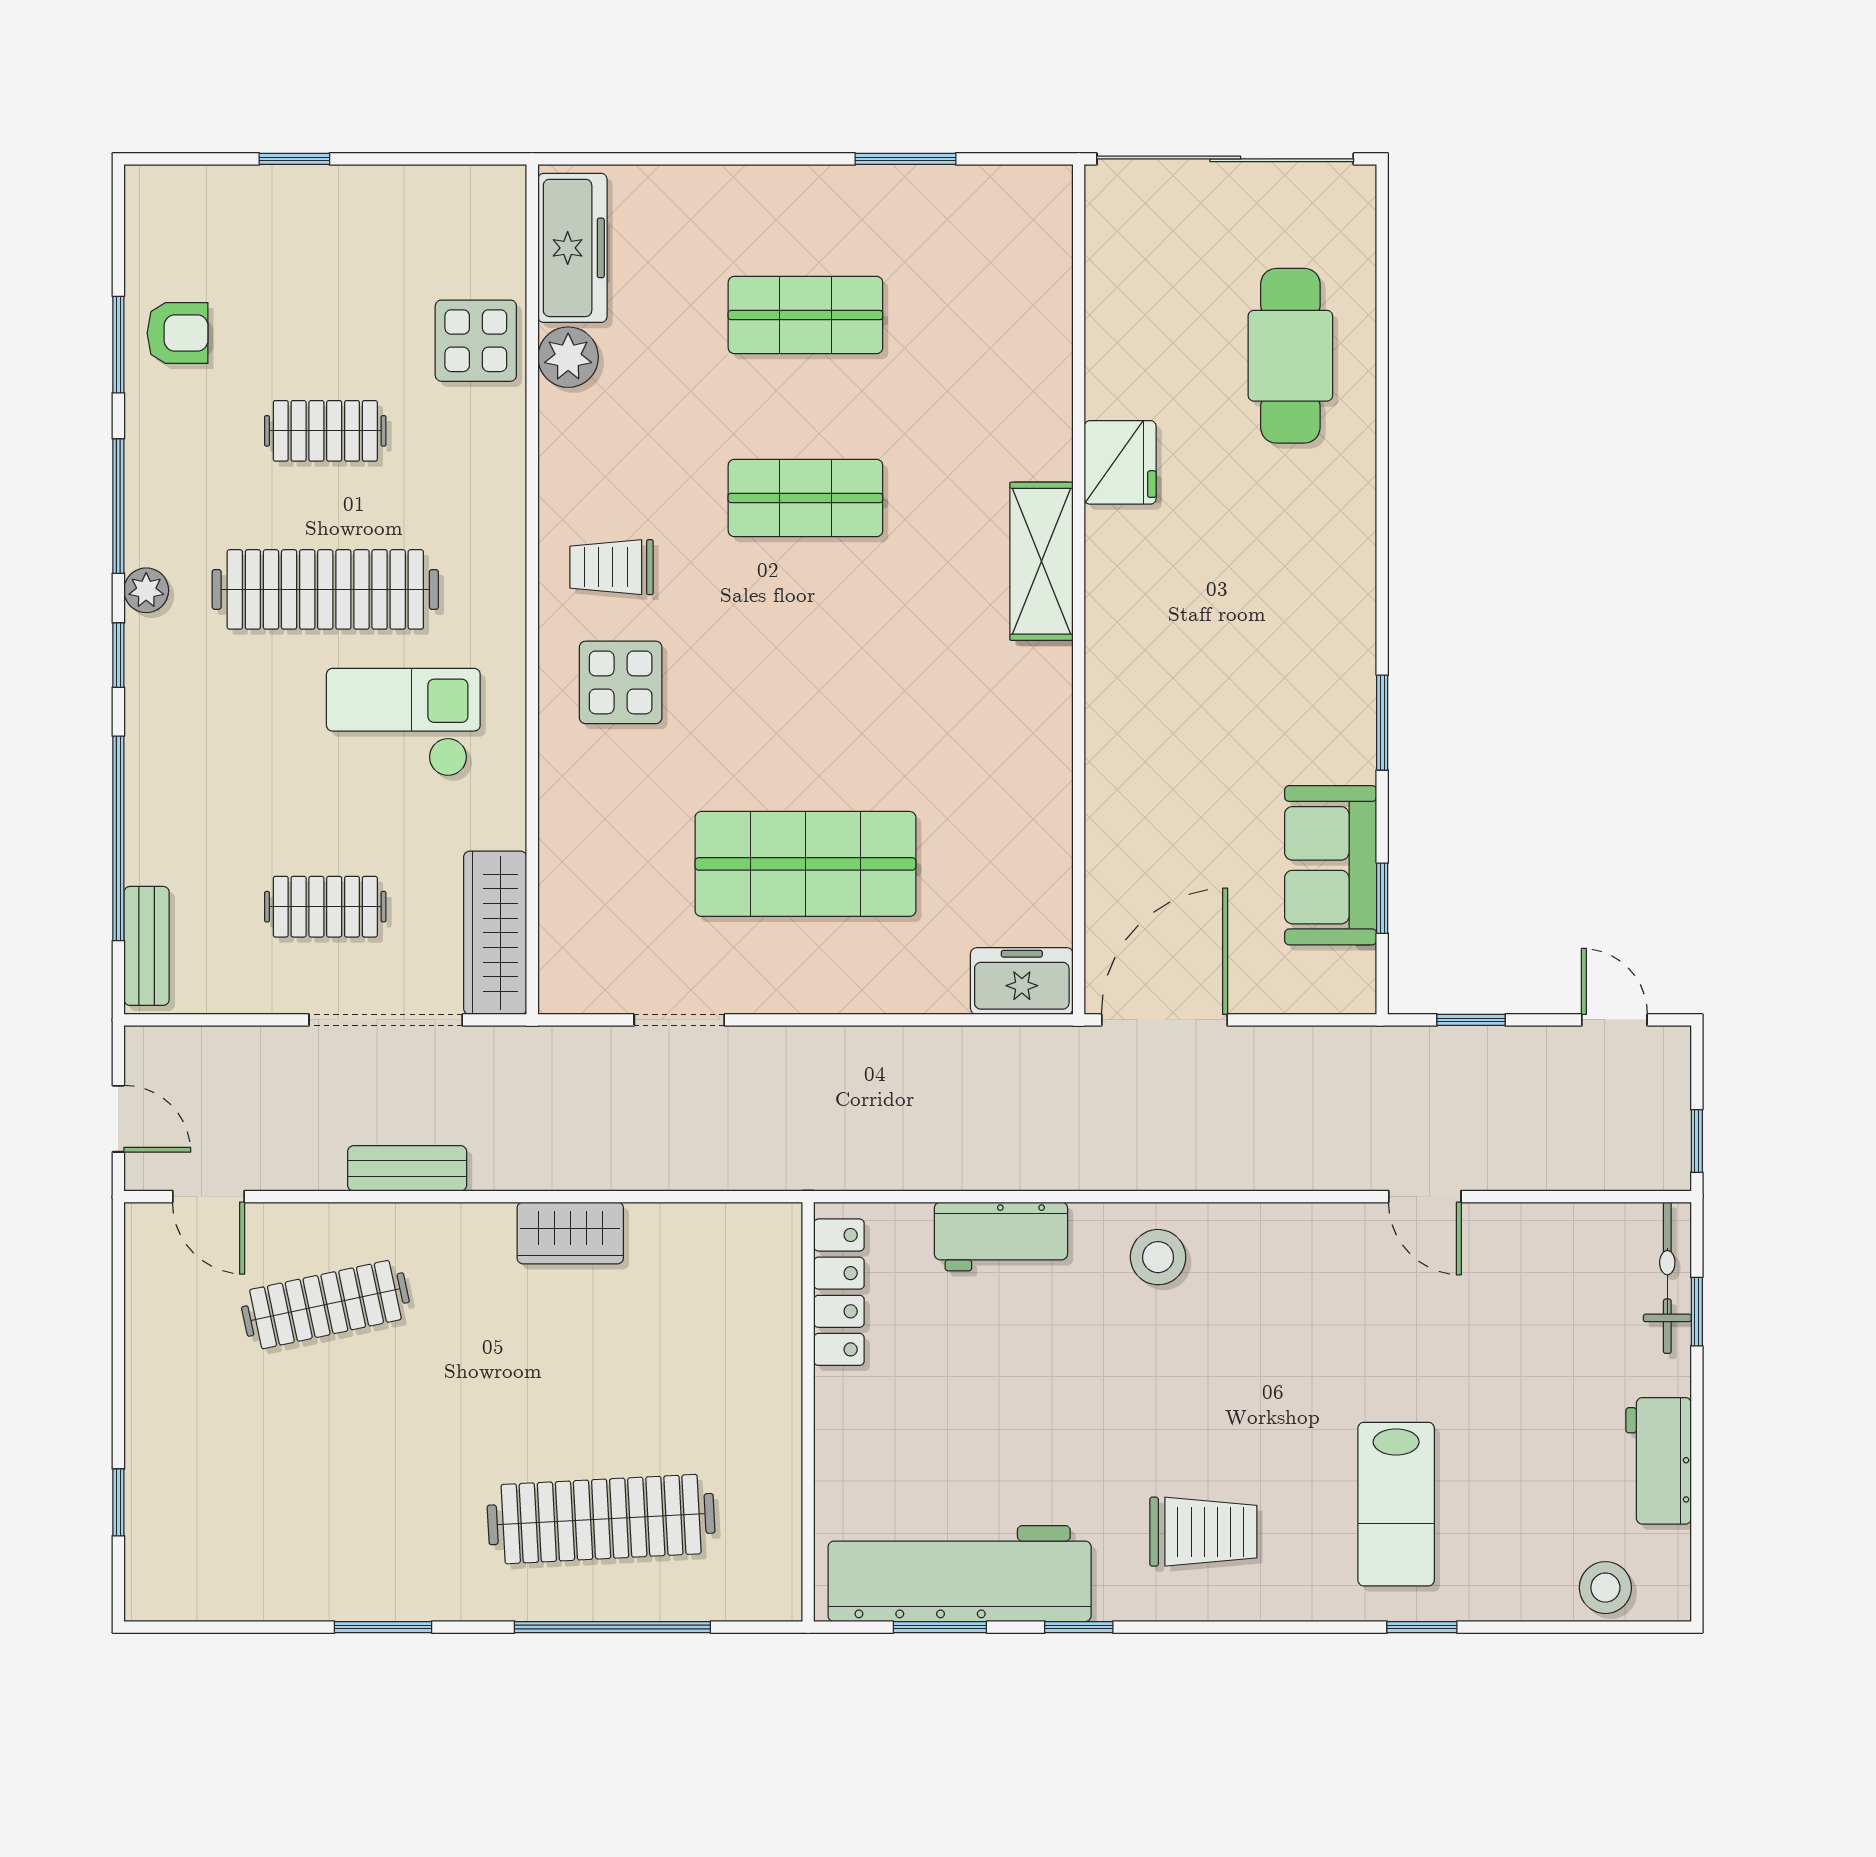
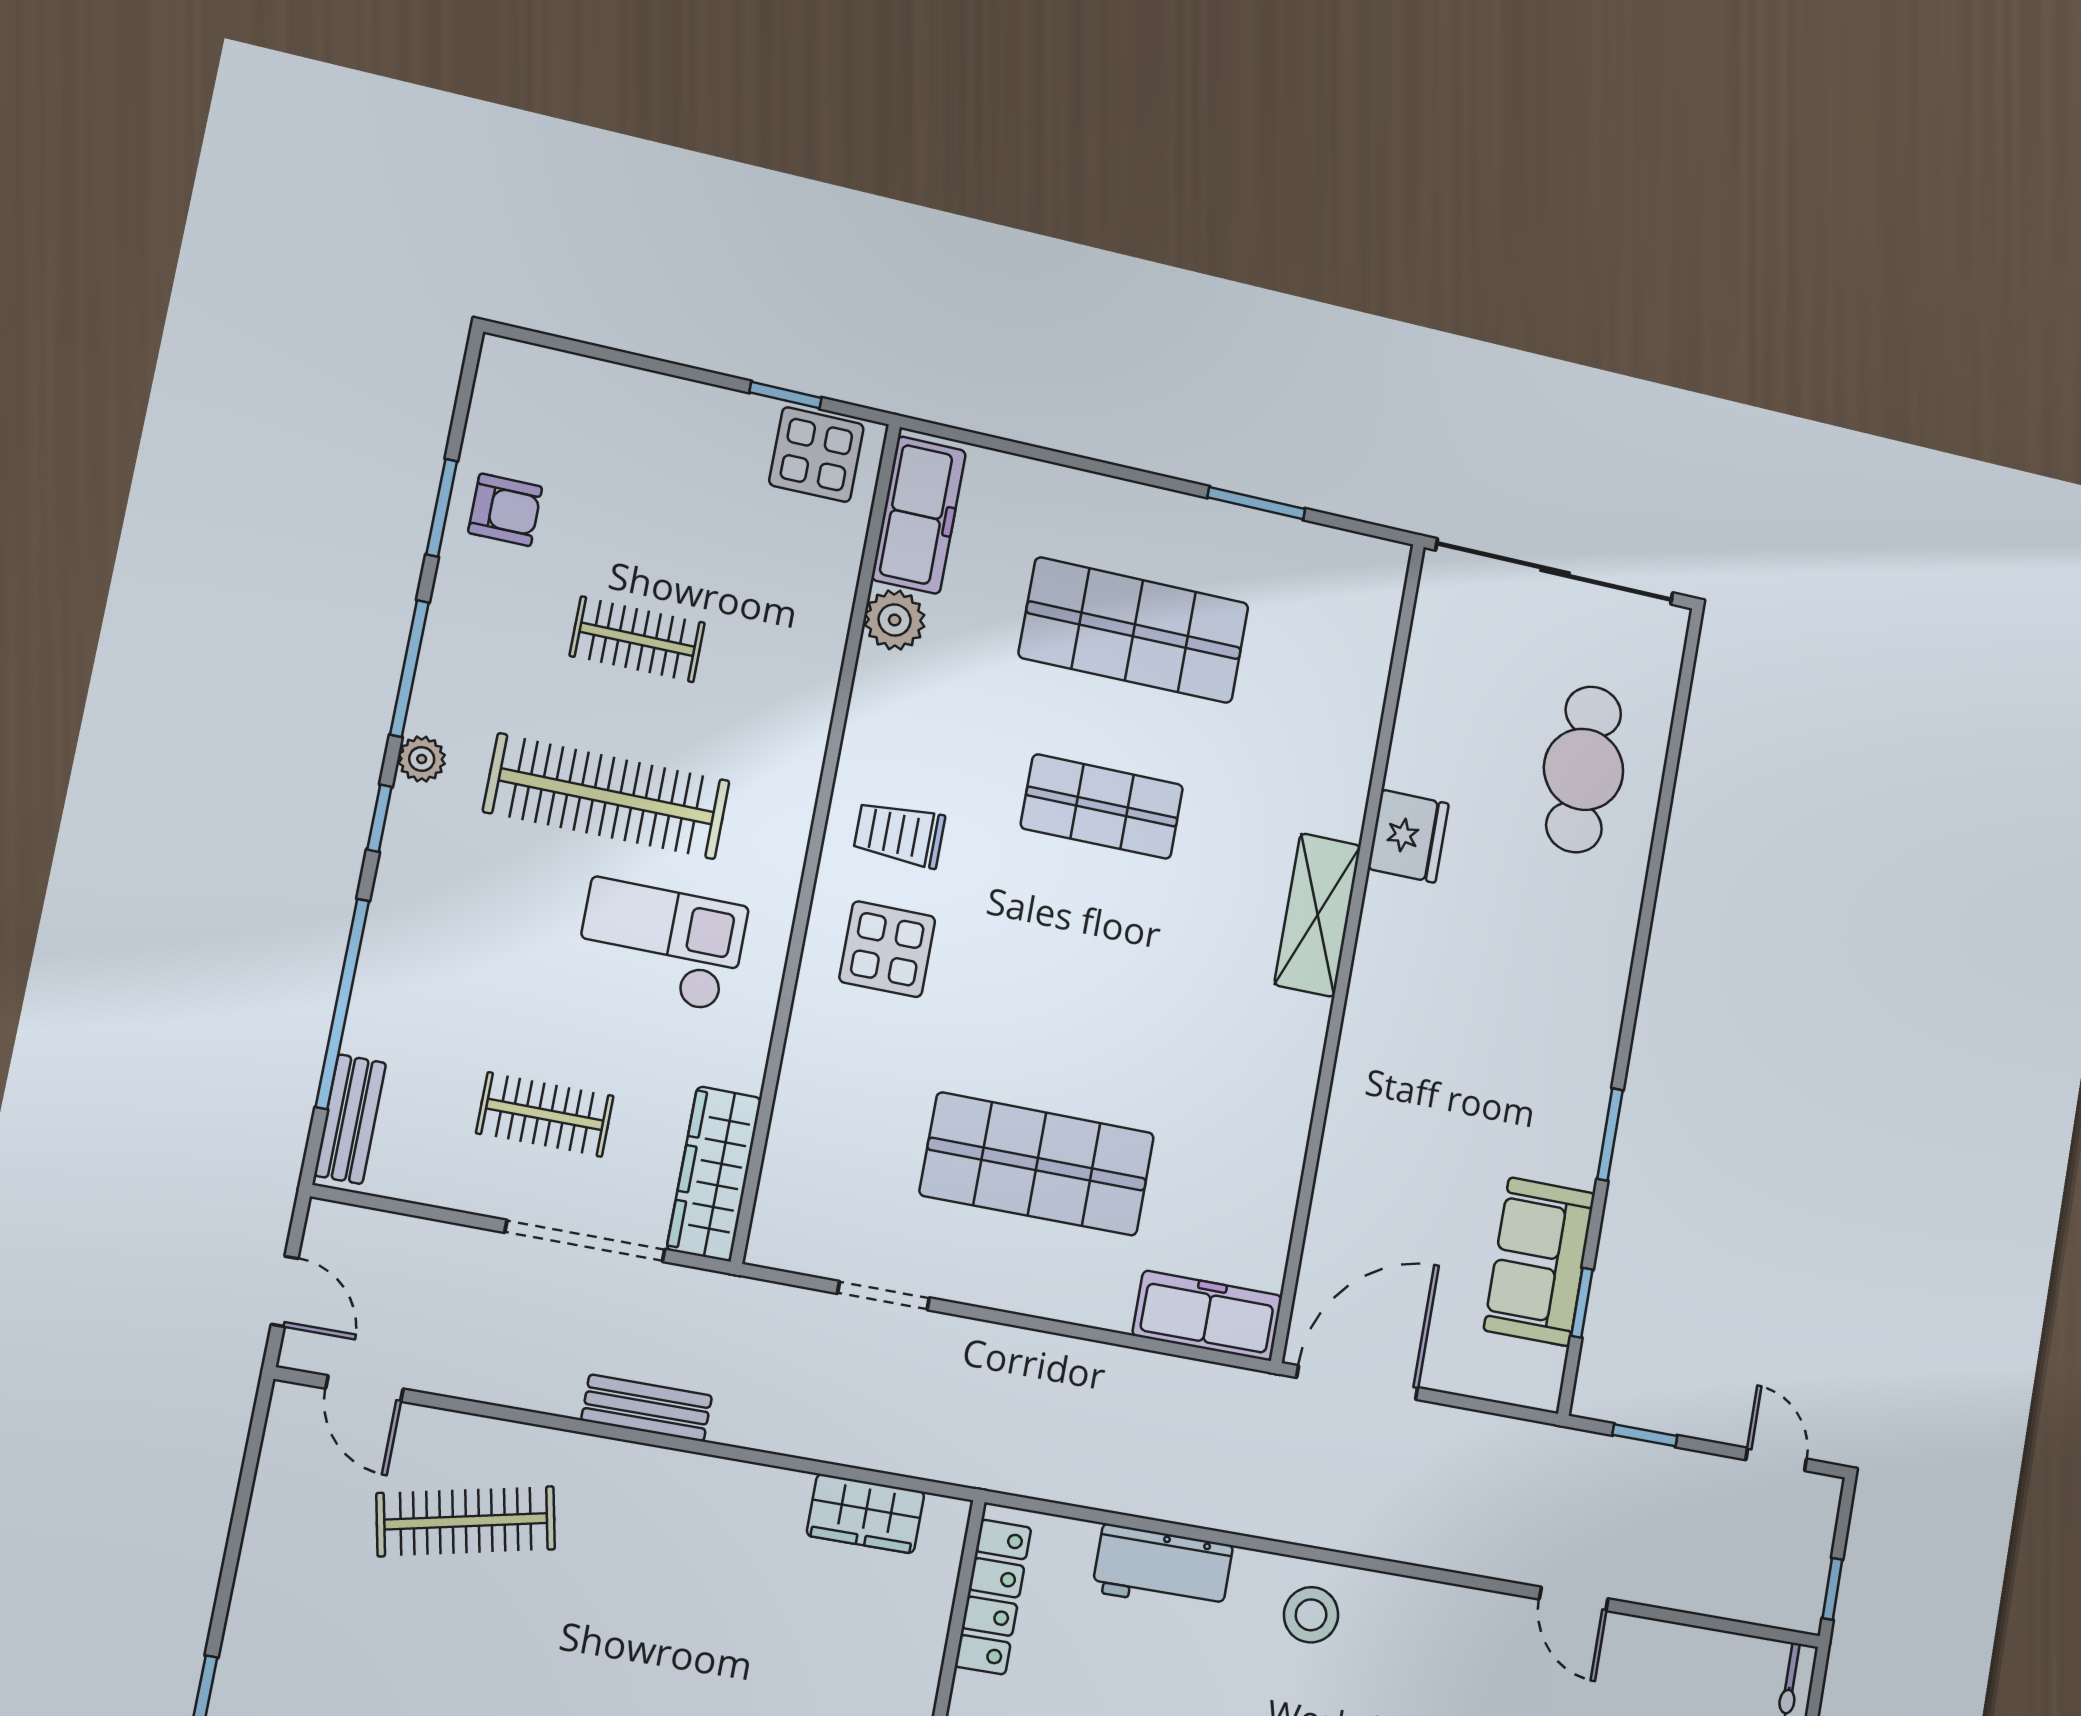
window: (294, 159) -> (785, 395), moved
shop shelf: (805, 315) -> (1134, 630), width x1.43, depth x1.36
display table: (476, 341) -> (816, 455), moved
freezer: (1022, 981) -> (1207, 1316), width x1.40
bench: (407, 1168) -> (647, 1408), moved
wardrobe: (570, 1233) -> (866, 1514), moved

